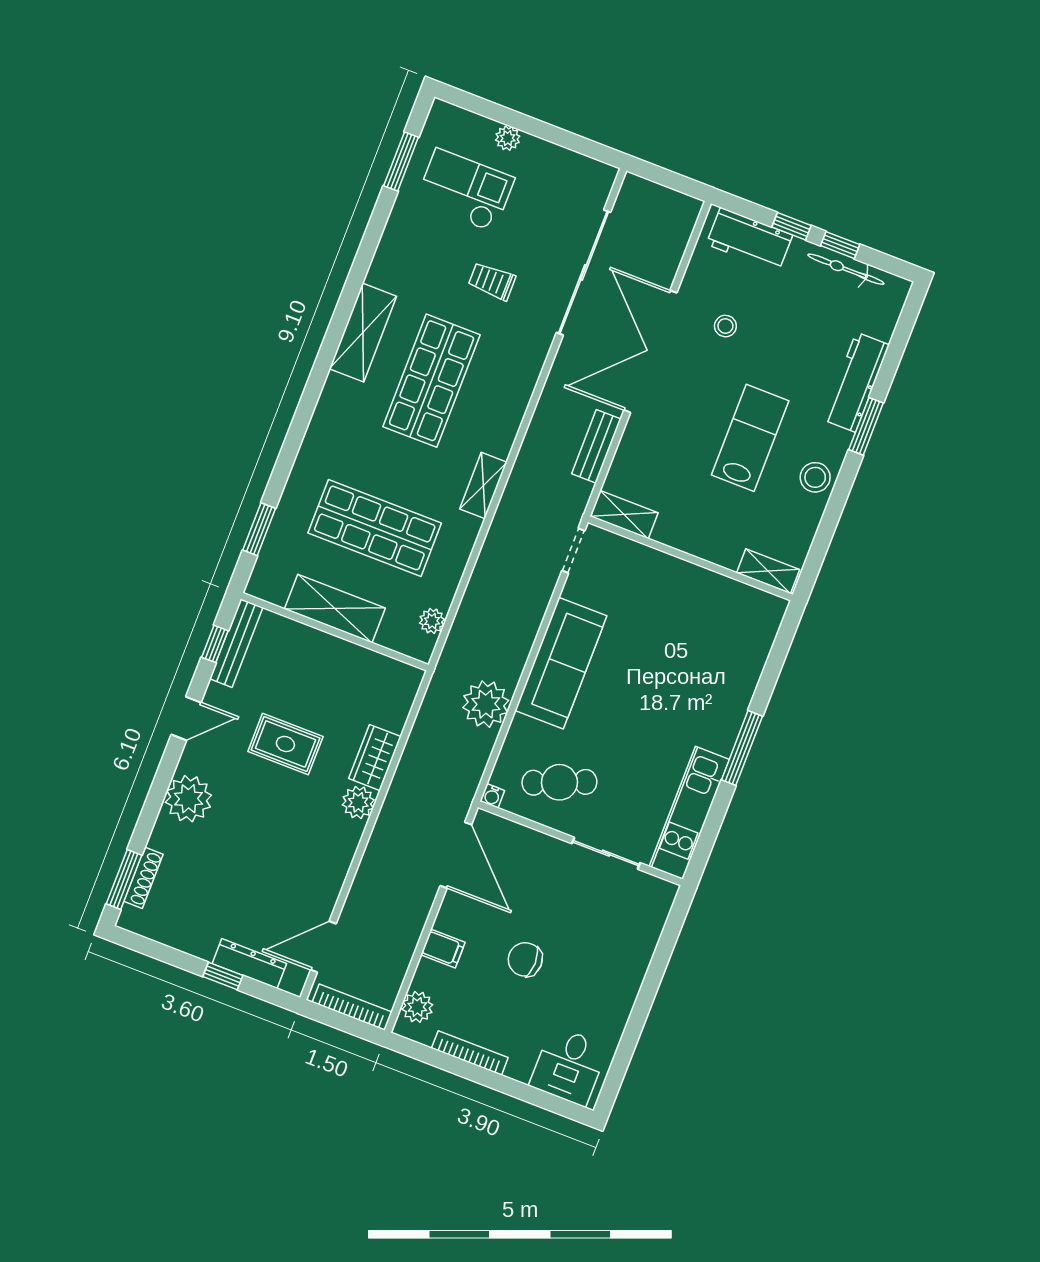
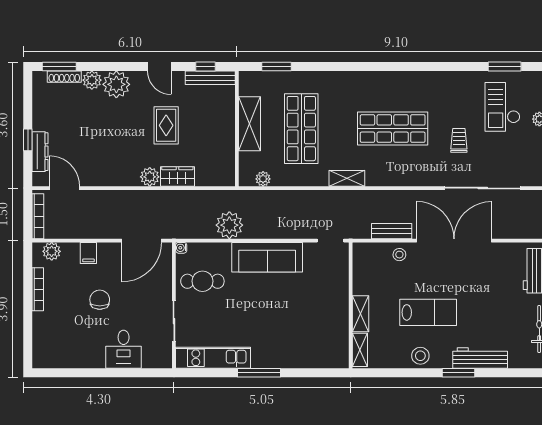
checkout: (465, 190) -> (503, 107), turned 180
stool: (725, 326) -> (399, 255), moved
shelving: (363, 332) -> (404, 81), removed
shelving: (624, 514) -> (361, 314), moved
cafe table: (559, 782) -> (202, 281), turned -68
plant: (166, 835) -> (92, 80), added
desk: (569, 1066) -> (124, 349), moved, turned -90

